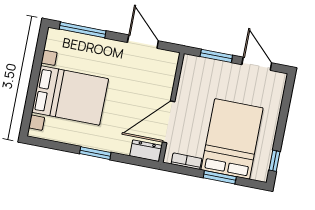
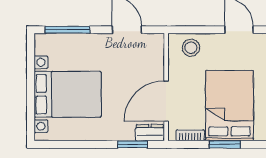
window: (216, 56) -> (199, 30), removed
stool: (204, 72) -> (191, 48), added
window: (95, 153) -> (132, 144), moved

